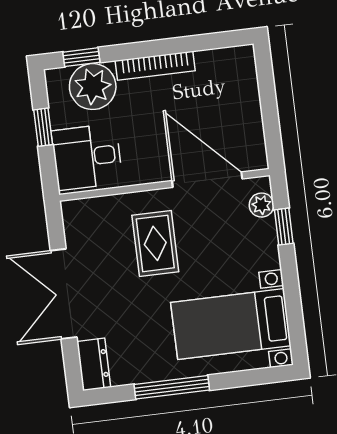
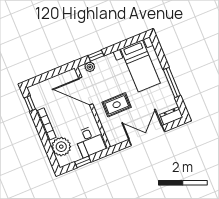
window: (81, 57) -> (30, 103), moved
door: (207, 180) -> (86, 91), hinge flipped
double door: (64, 294) -> (147, 136), swing flipped

